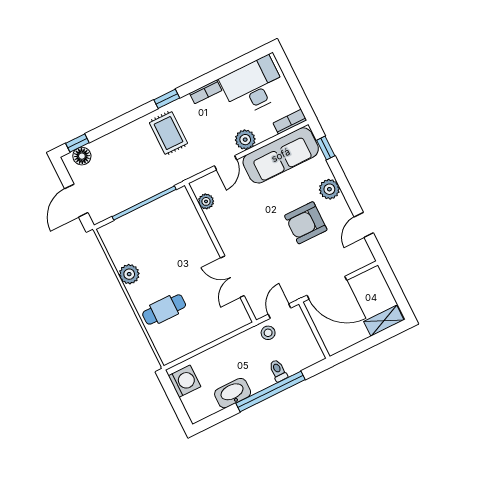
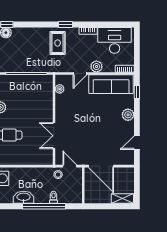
armchair: (306, 223) -> (107, 126), removed
door: (280, 311) -> (70, 166), hinge flipped

